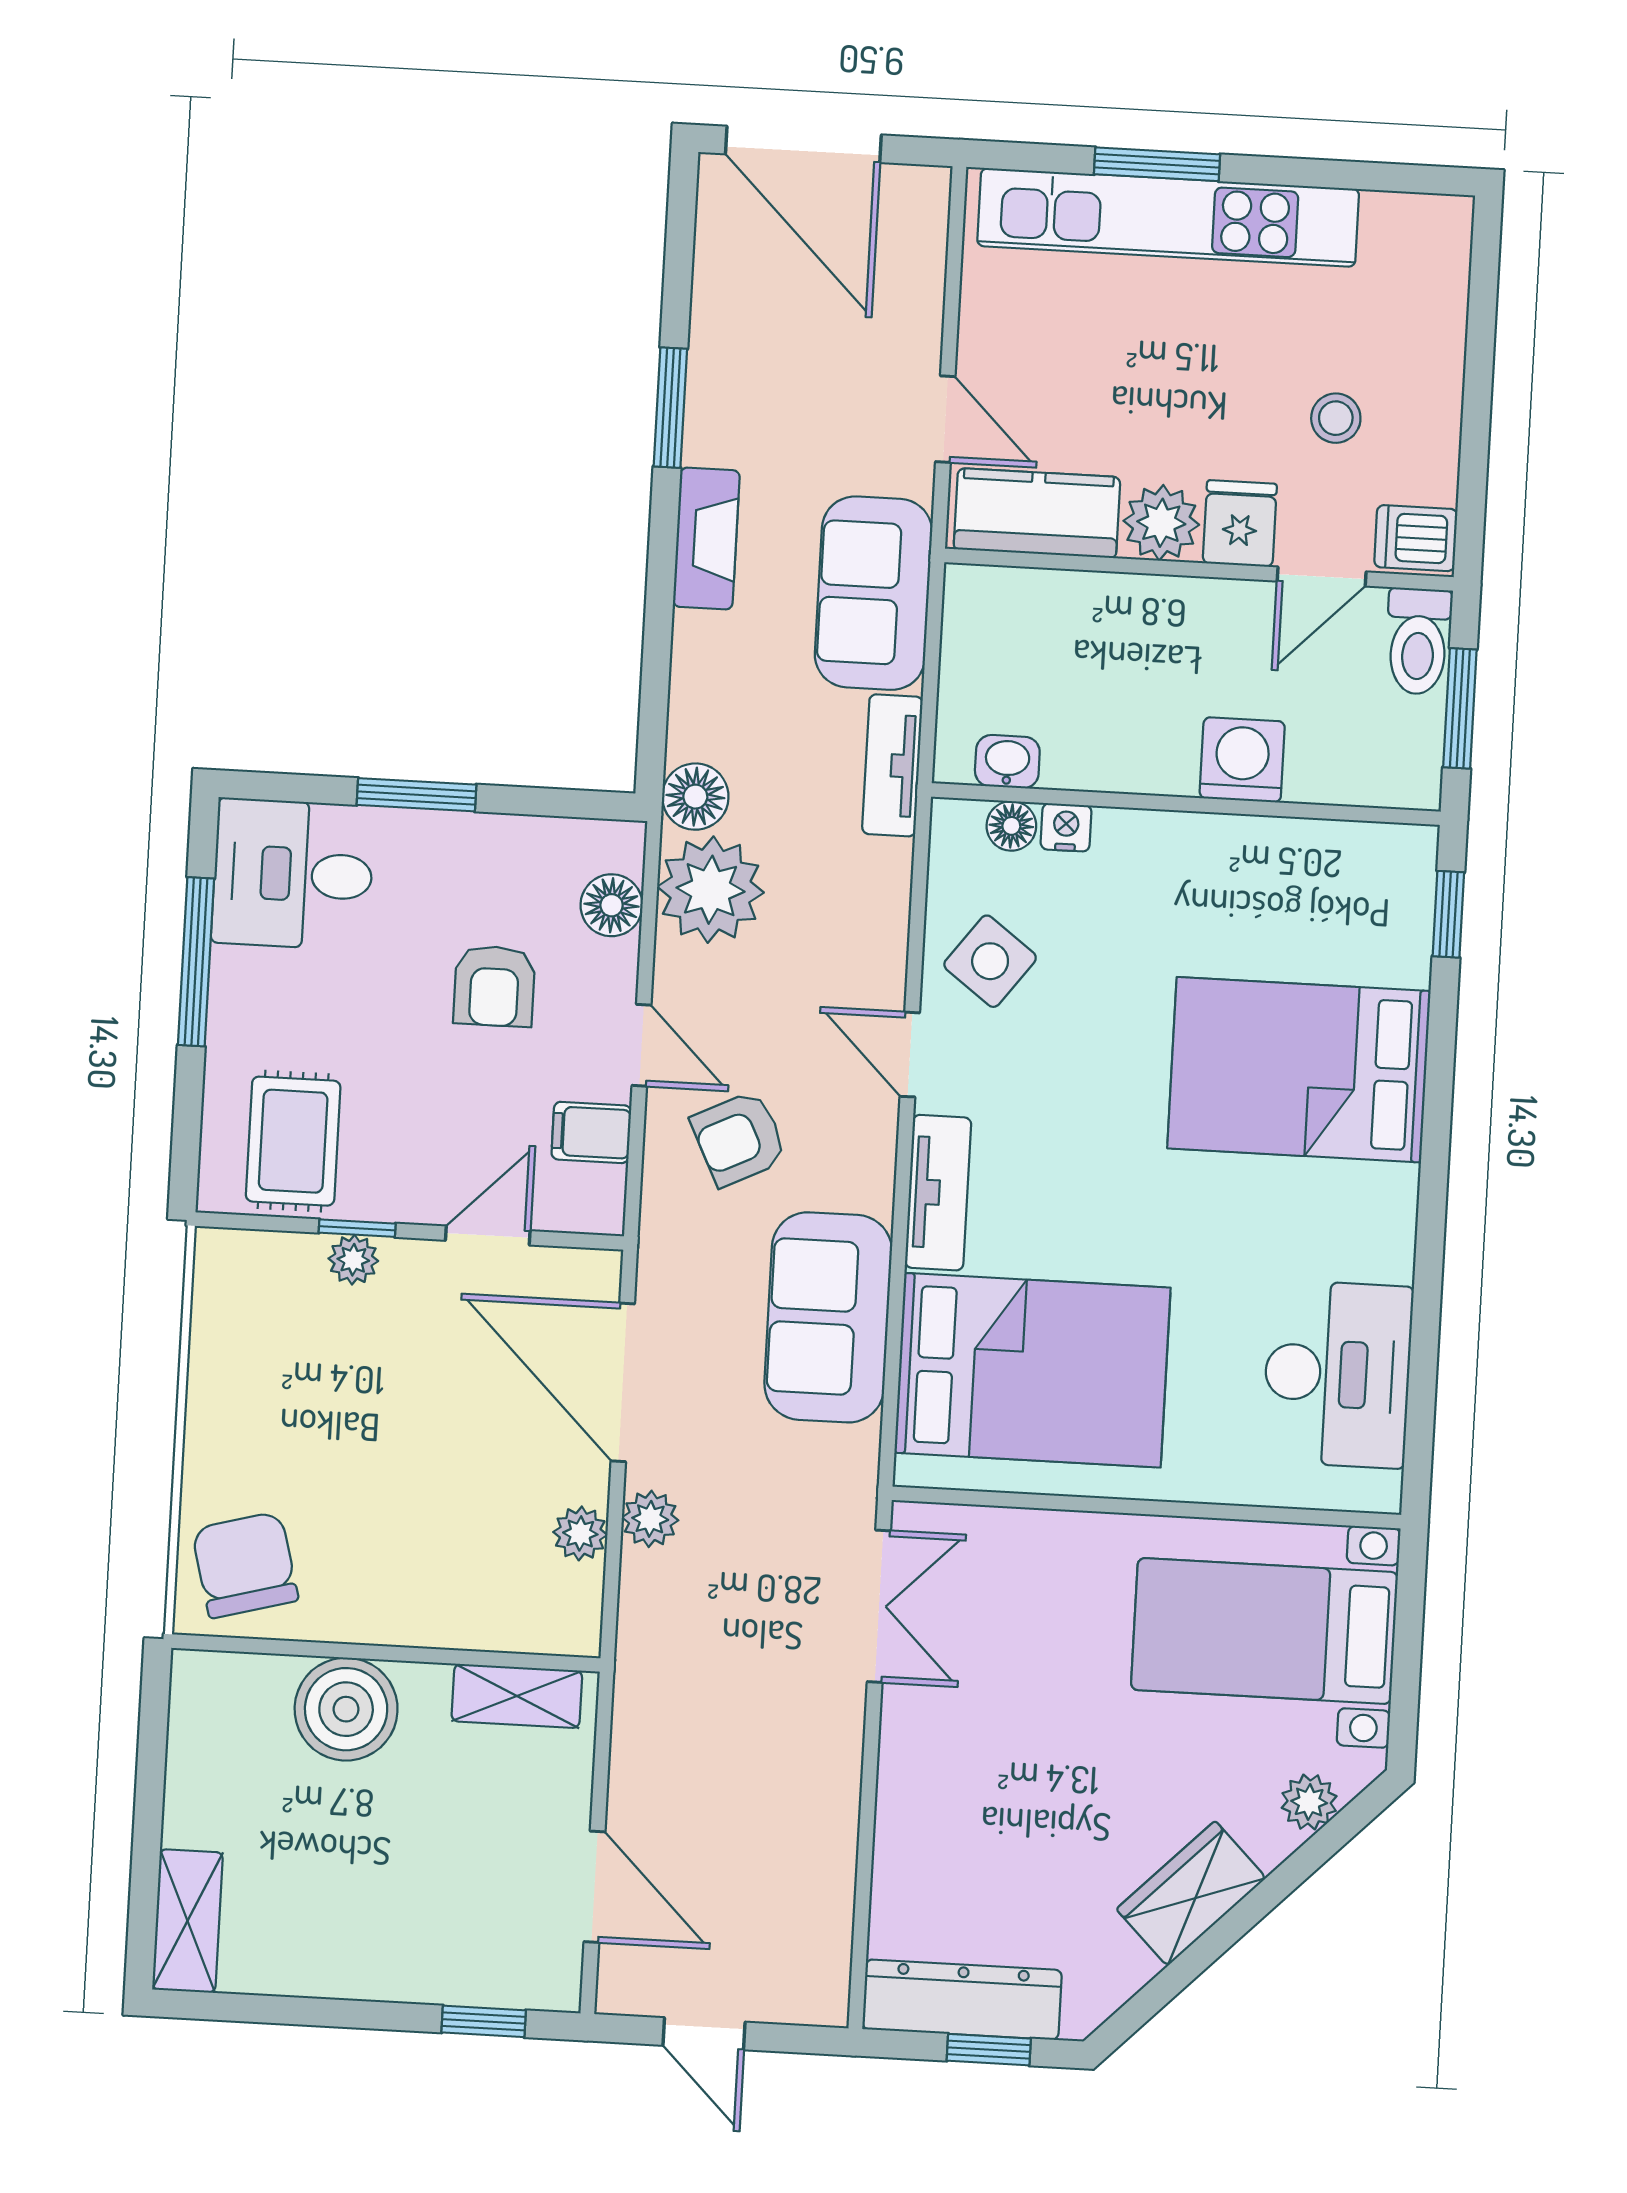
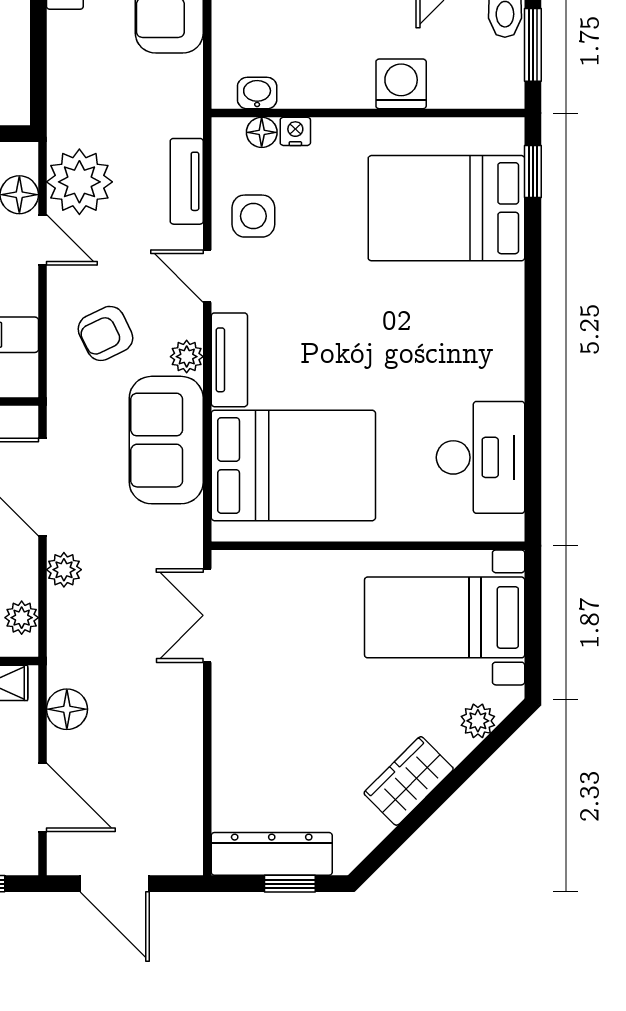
tv unit: (892, 765) -> (187, 181), moved
floor lamp: (695, 797) -> (67, 709), moved
side table: (990, 961) -> (253, 216), turned -37
door: (641, 1045) -> (42, 240), moved
bed: (1299, 1070) -> (446, 208), moved
plant: (869, 1183) -> (187, 357), added
plant: (580, 1533) -> (22, 618), moved
double door: (879, 1606) -> (207, 615), swing flipped
door: (704, 2034) -> (115, 884), width x1.38

